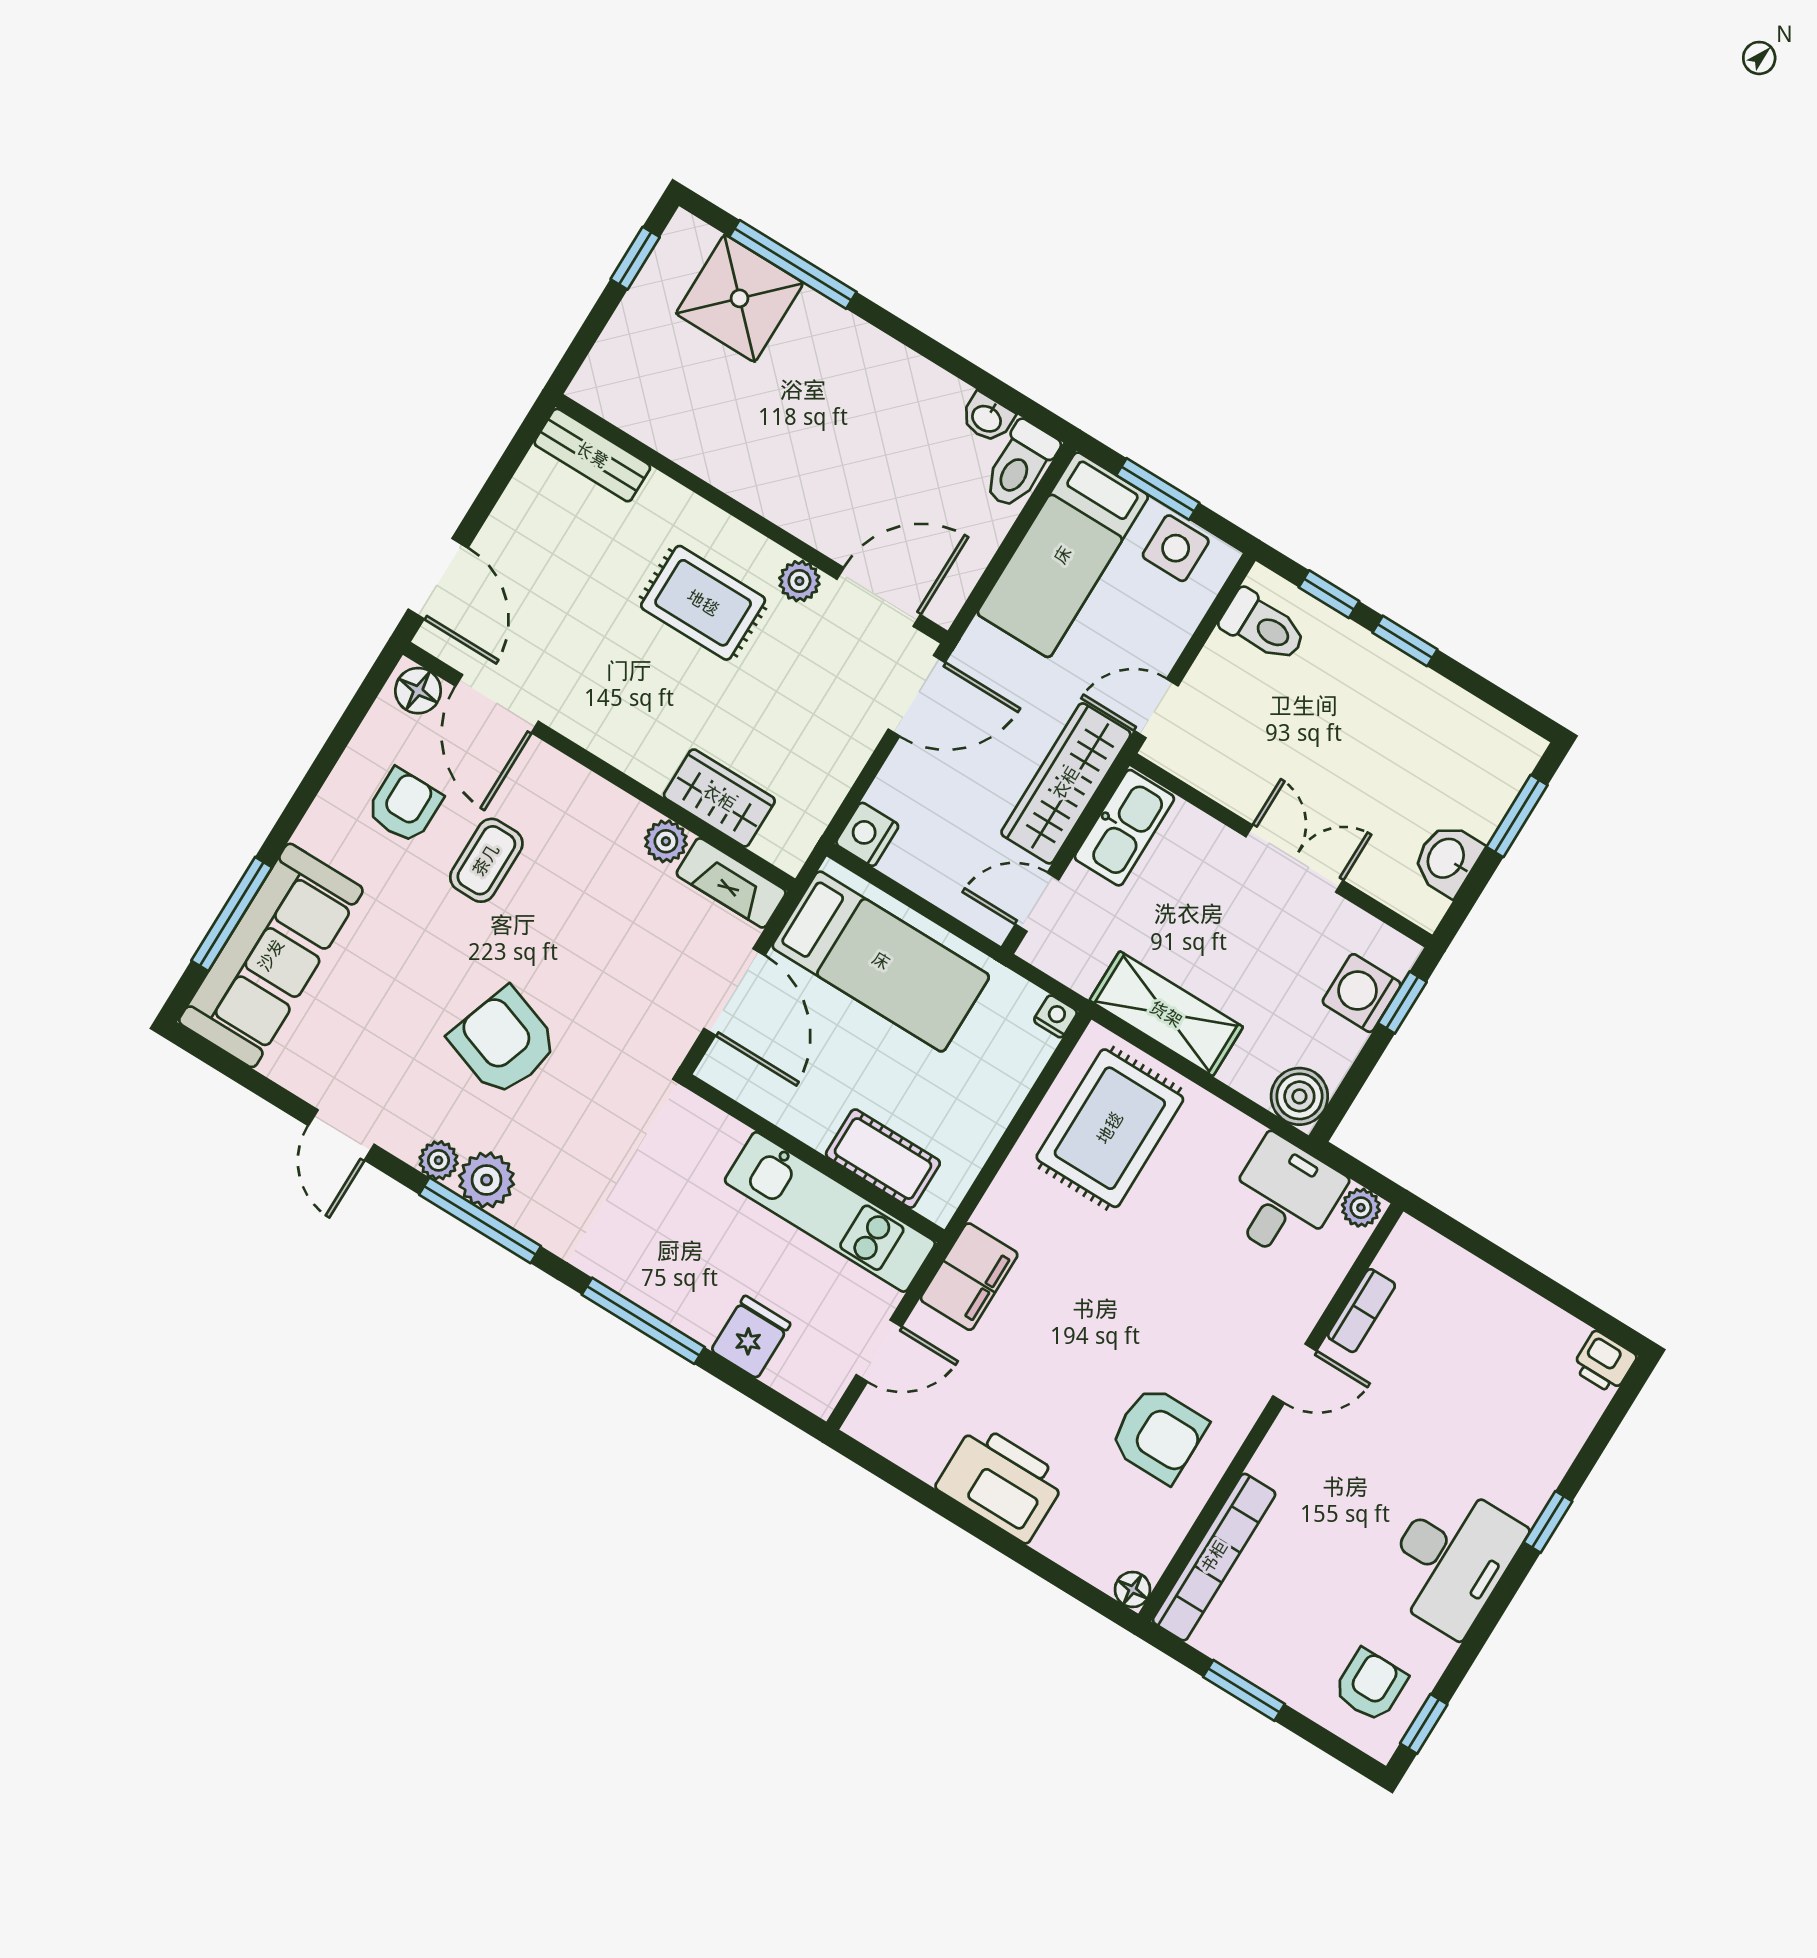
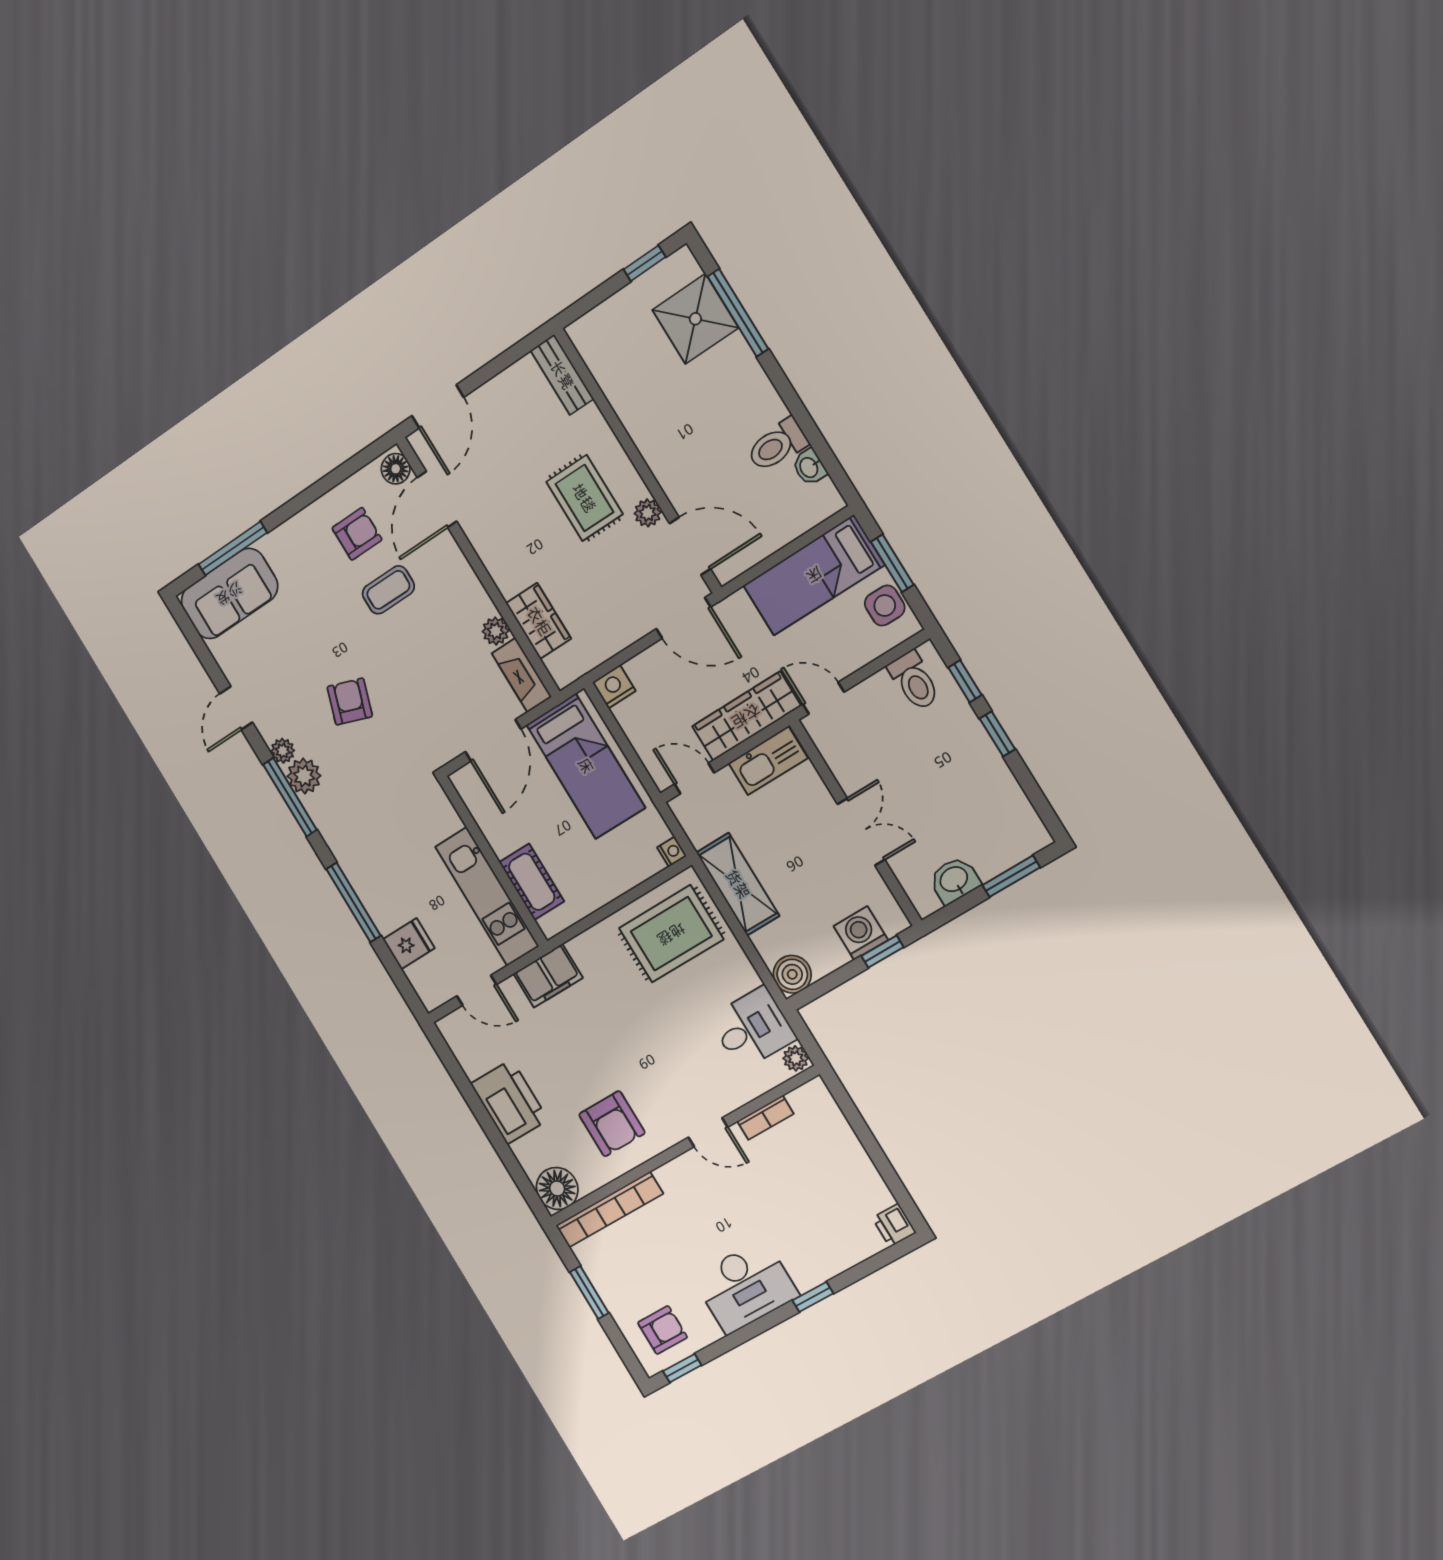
toilet: (1020, 465) -> (777, 445), moved
sofa: (271, 955) -> (229, 594), width x0.73
armchair: (504, 1042) -> (350, 702), width x0.72, depth x0.72
floor lamp: (1132, 1589) -> (557, 1189), width x1.89, depth x1.89

